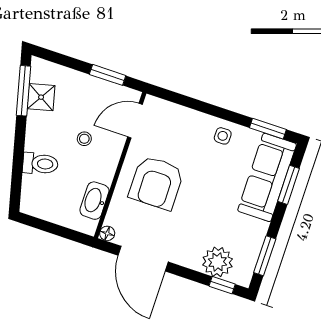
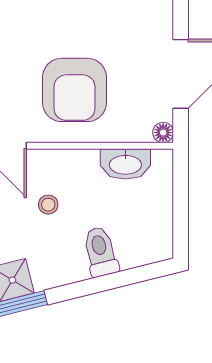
armchair: (156, 183) -> (74, 90), turned 90

